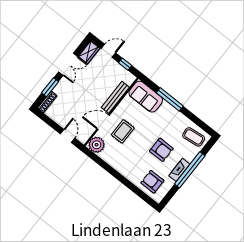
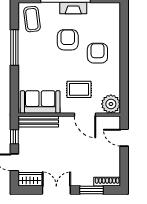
bench: (115, 97) -> (38, 122), moved
sofa: (146, 97) -> (40, 102), moved, turned -90
window: (170, 99) -> (14, 48), moved
door: (68, 136) -> (124, 138), hinge flipped
armchair: (152, 182) -> (97, 53), moved, turned 180

